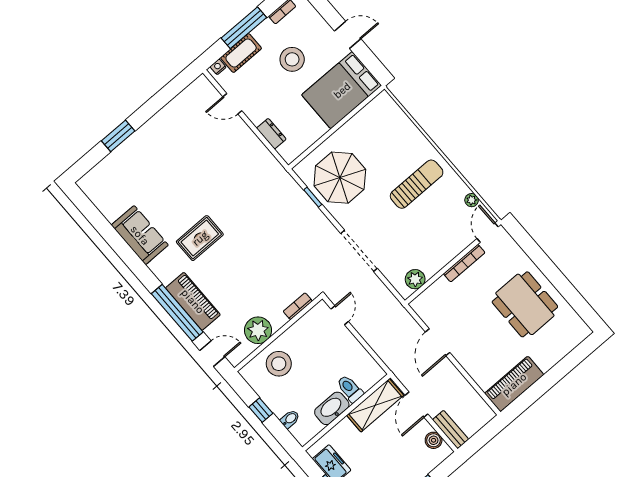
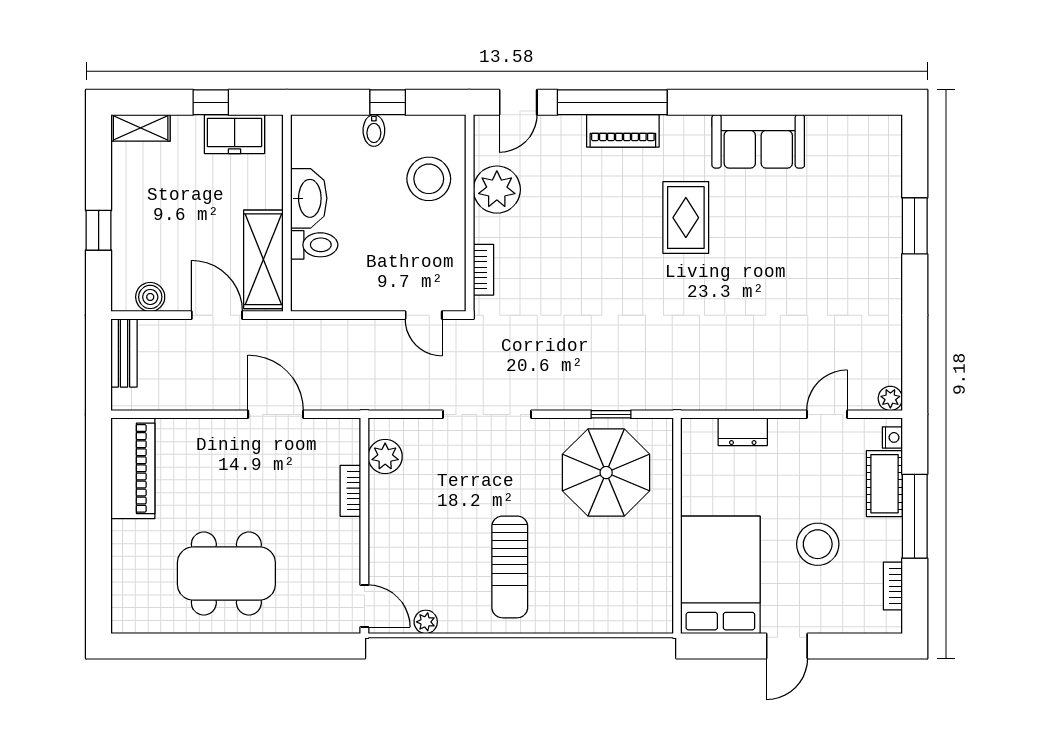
plant: (202, 82) -> (890, 398), added
bookcase: (464, 263) -> (350, 491), moved, width x0.64
piano: (193, 301) -> (623, 131), width x0.73, depth x0.75
bidet: (290, 419) -> (374, 130), moved
bench: (451, 429) -> (124, 353), moved, turned 90

